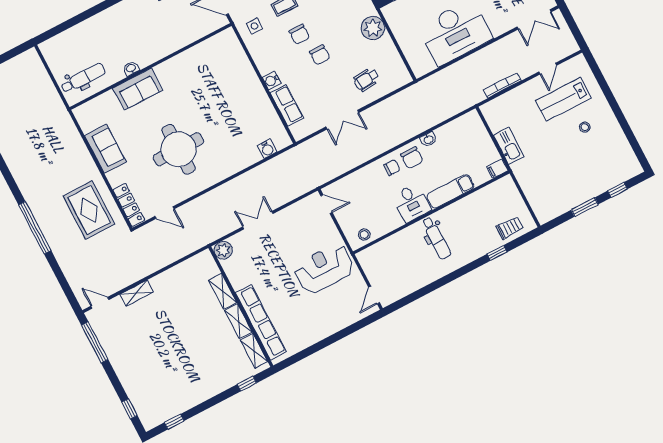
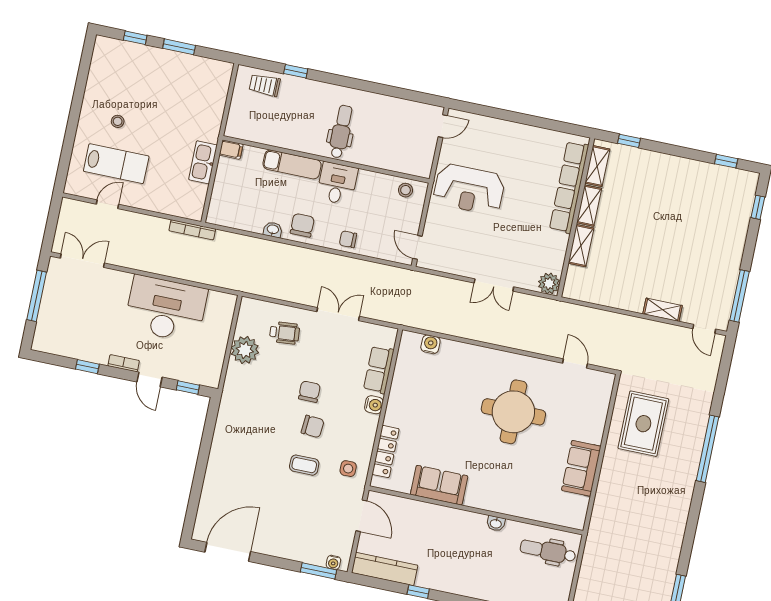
plant: (373, 28) -> (245, 350), moved
chair: (299, 34) -> (313, 426), turned 94
bookcase: (502, 85) -> (192, 230), moved
sofa: (138, 89) -> (439, 485), moved
chair: (392, 168) -> (348, 239), moved
locker: (129, 205) -> (386, 452), moved, turned 180

